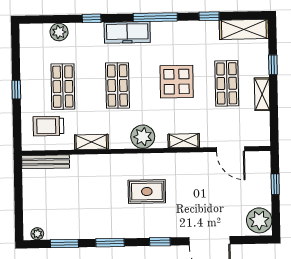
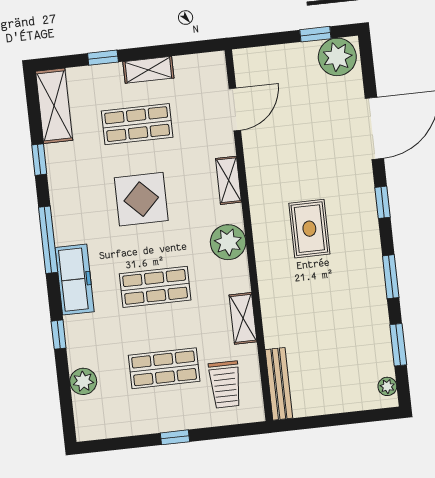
window: (275, 184) -> (315, 34), moved

